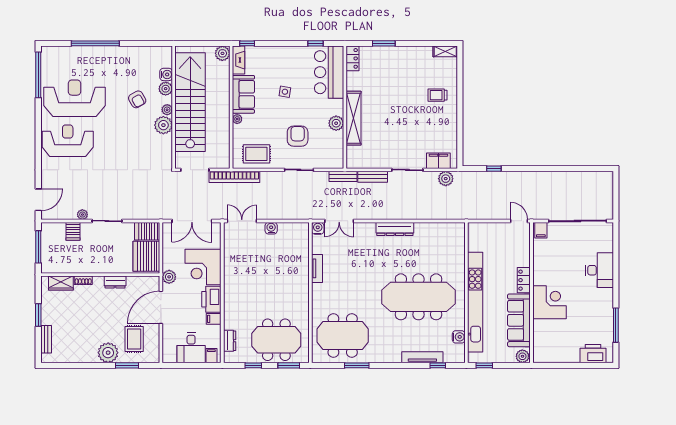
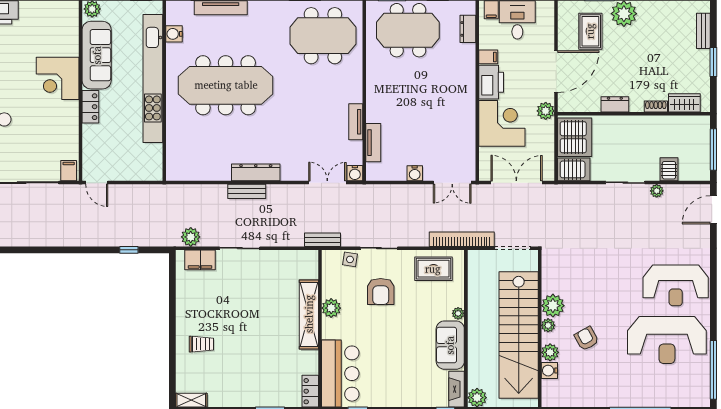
side table: (285, 92) -> (350, 259), moved
bench: (373, 177) -> (247, 191), moved
tv unit: (303, 252) -> (373, 143), added

